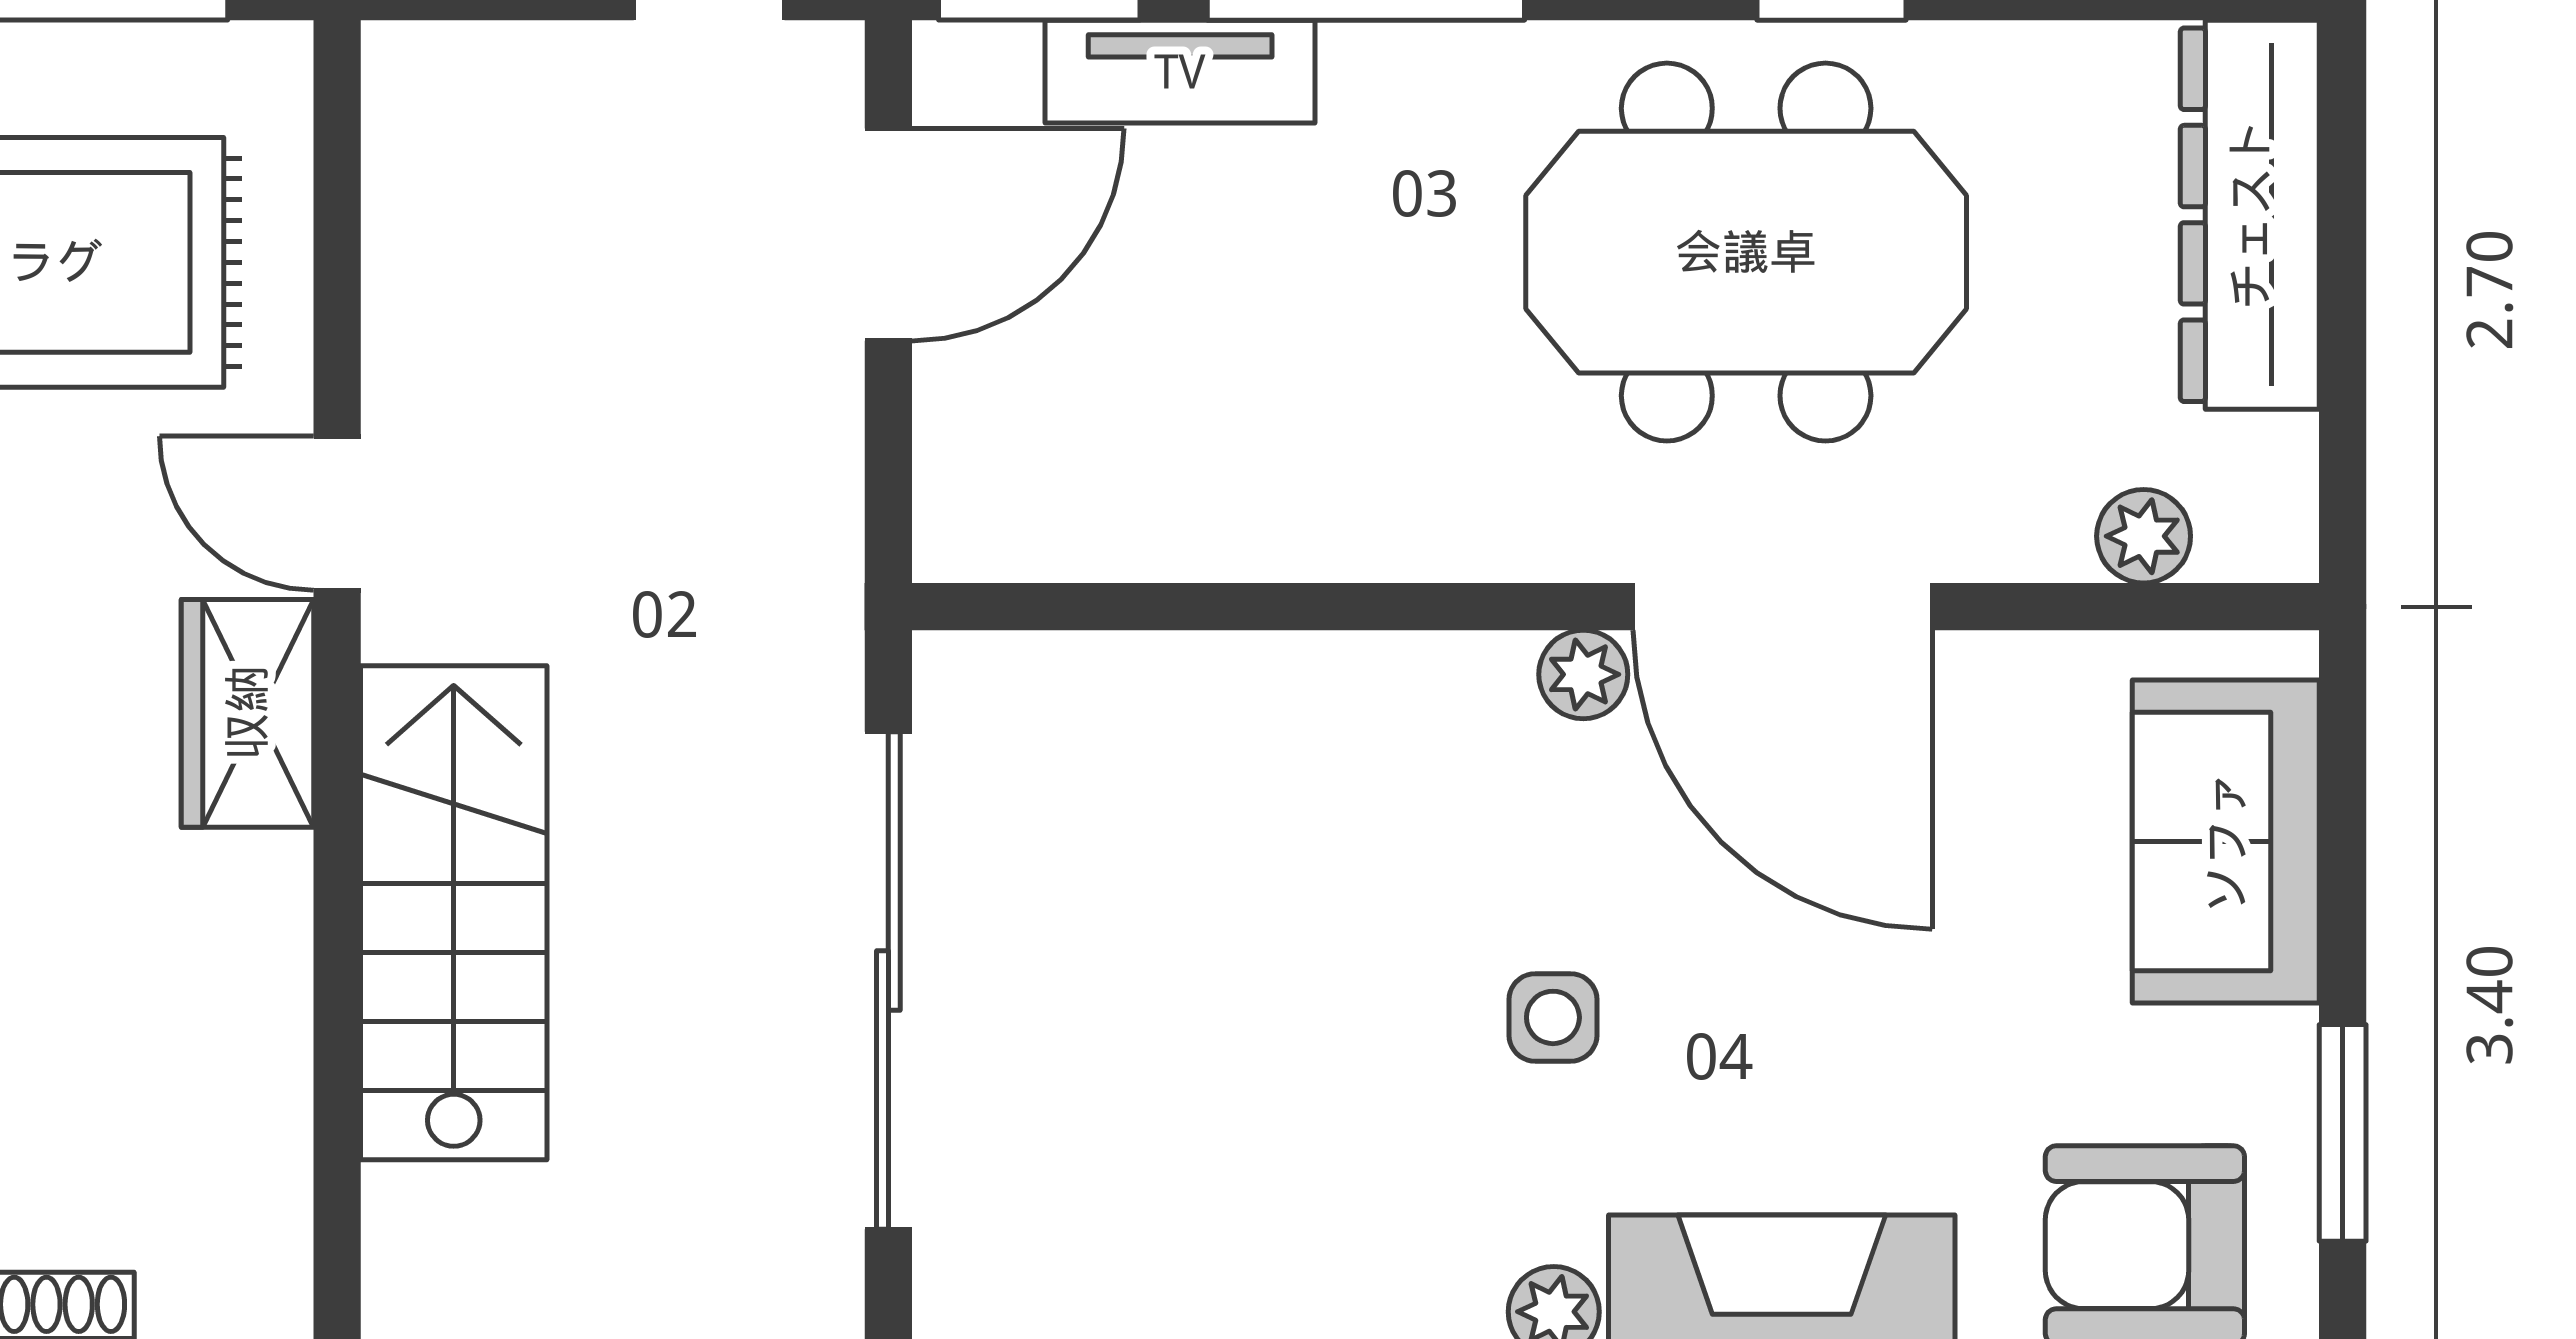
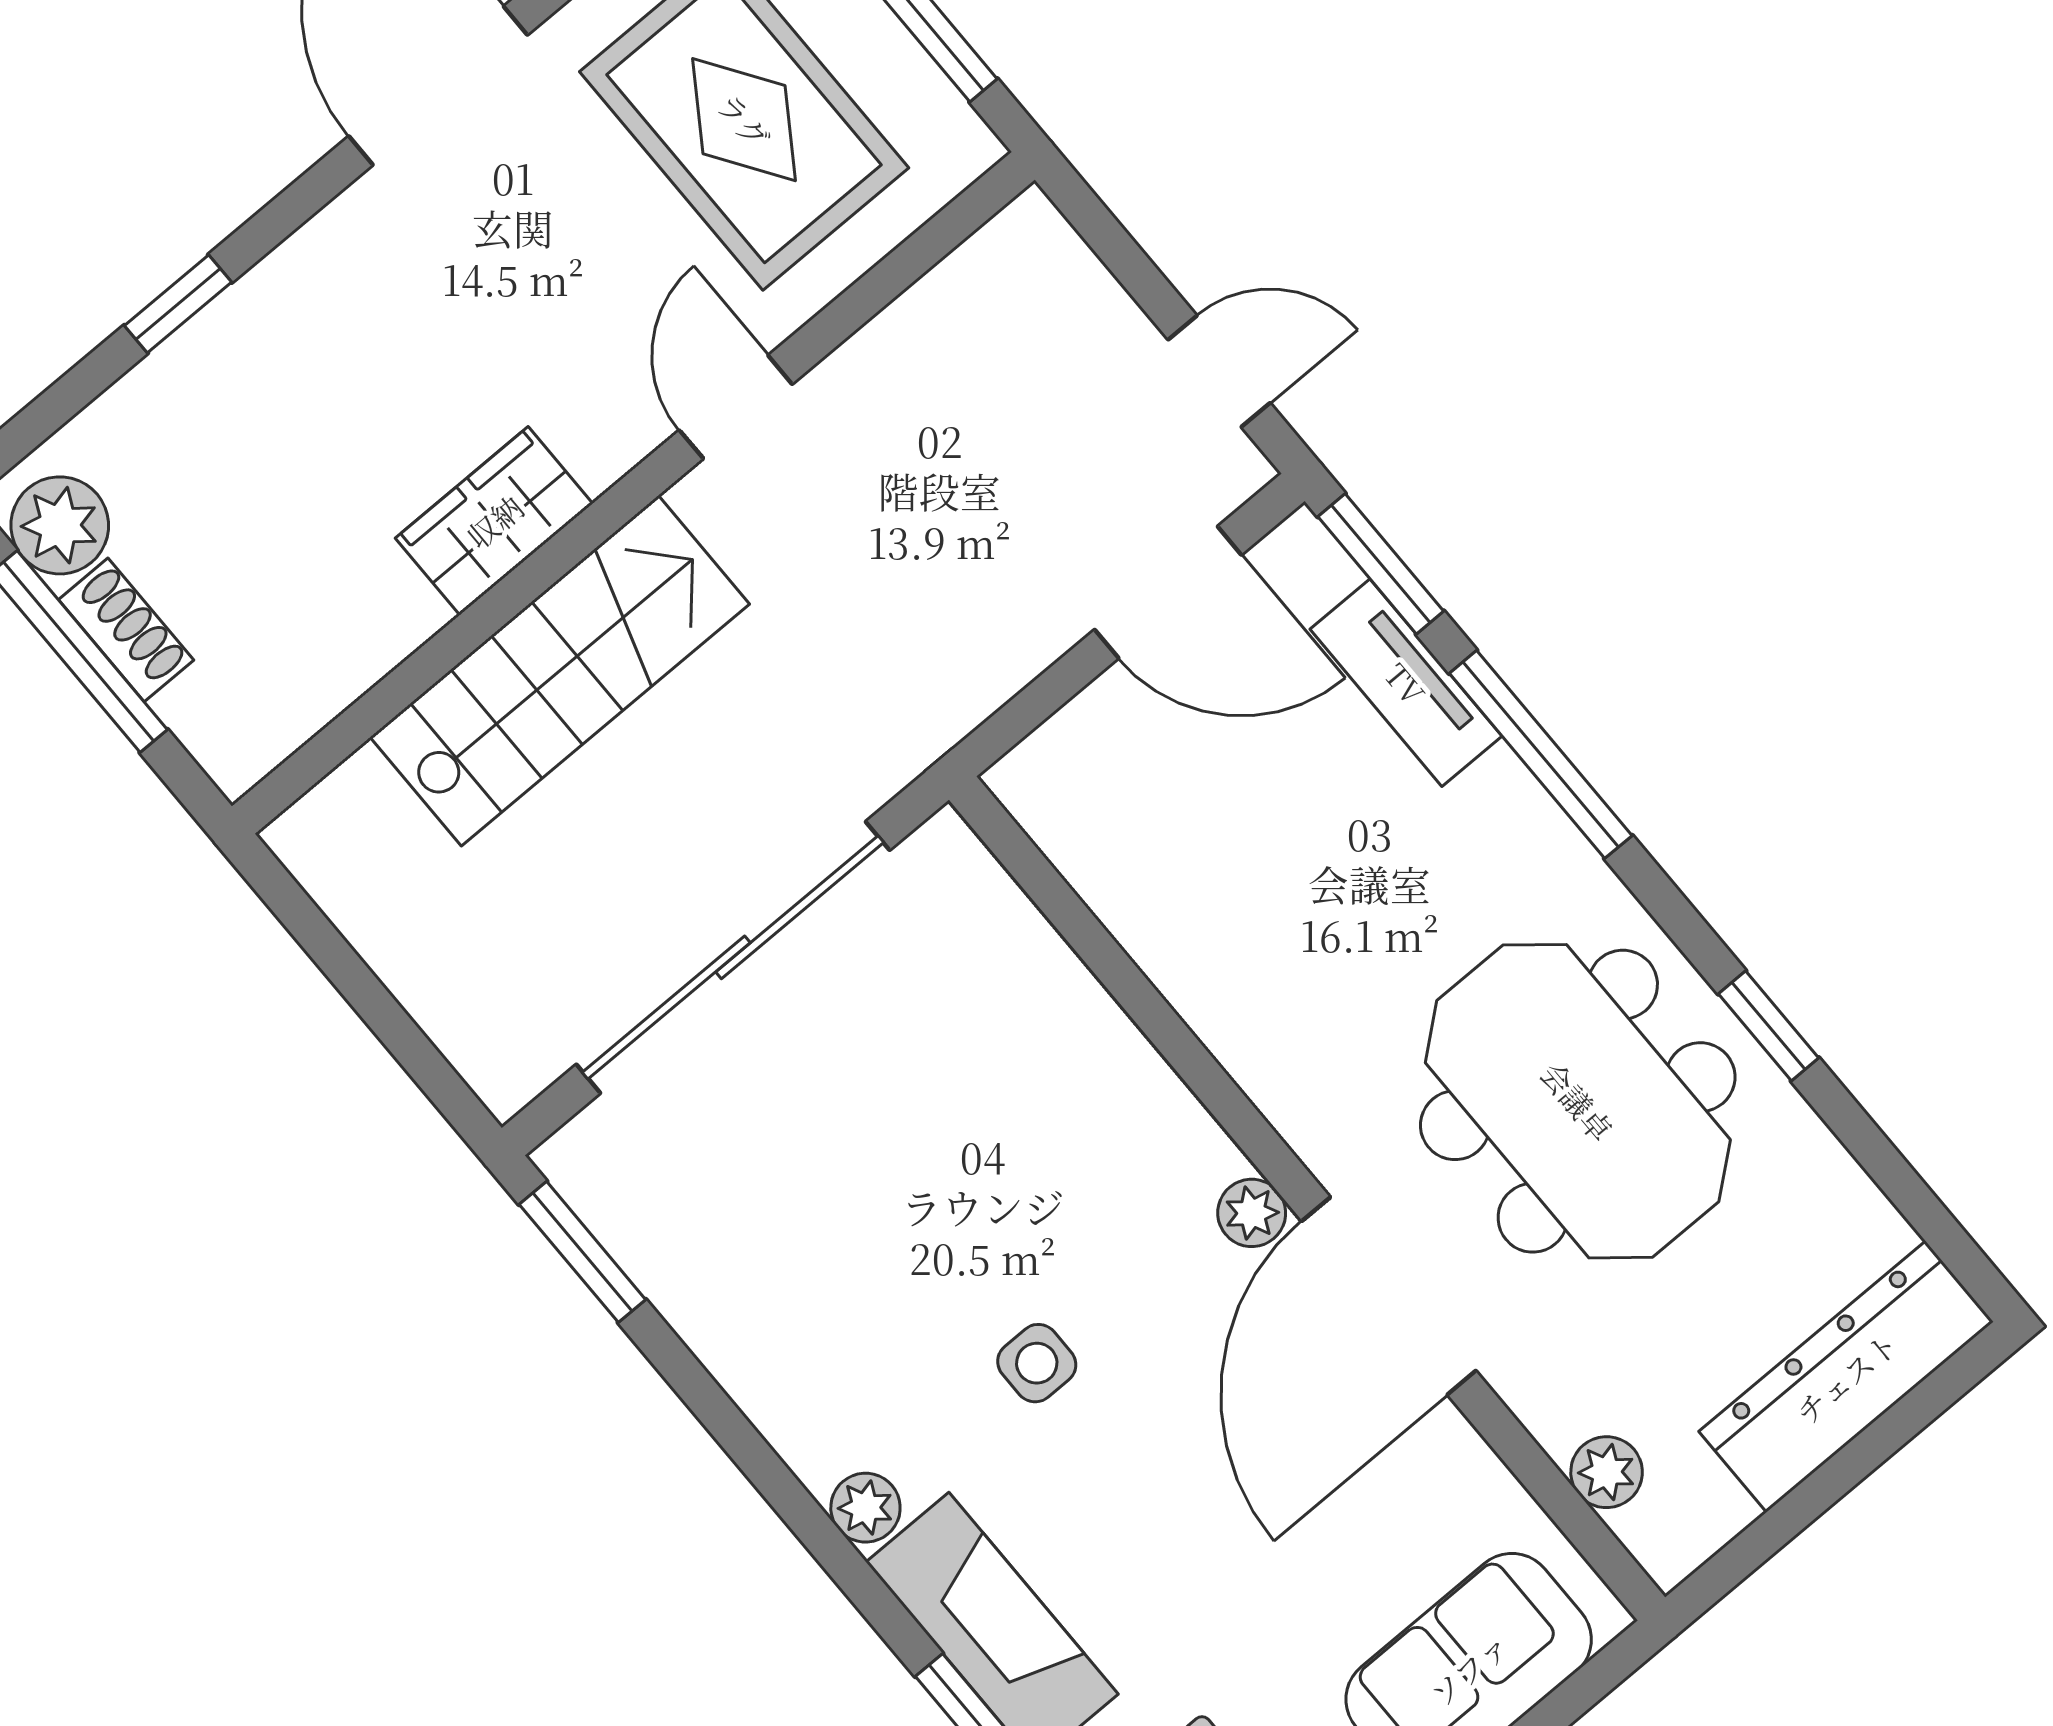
wardrobe: (247, 713) -> (494, 521), moved

